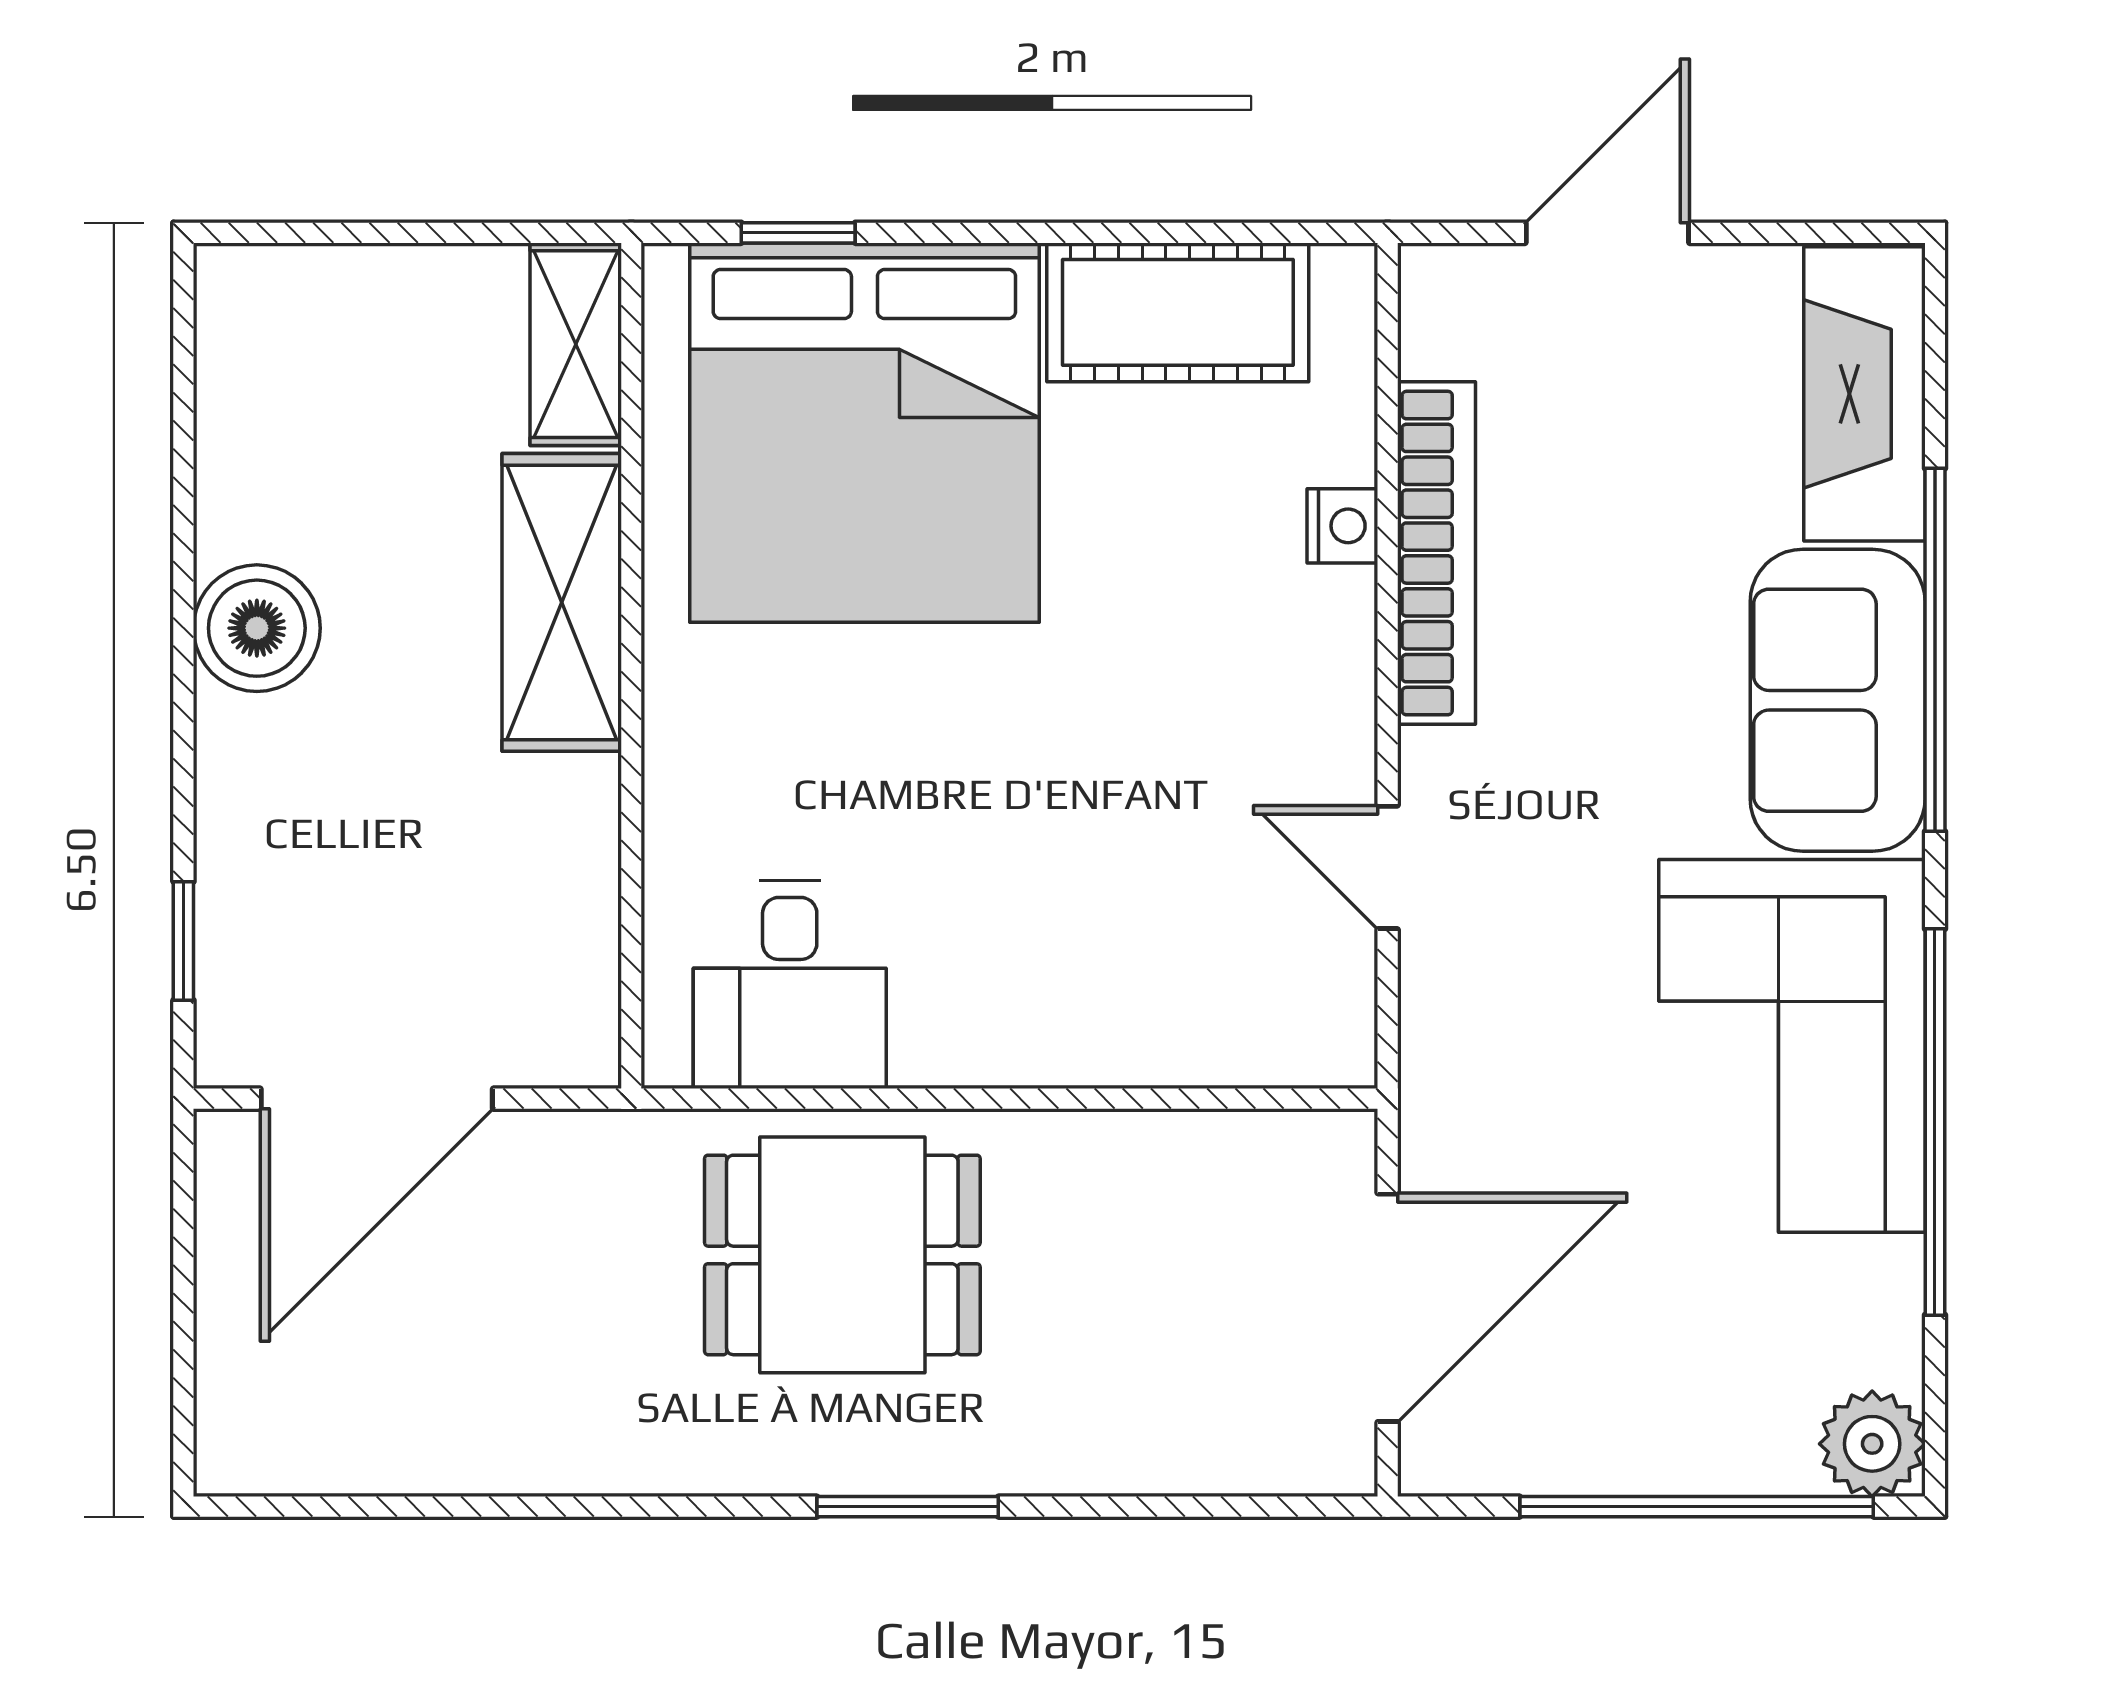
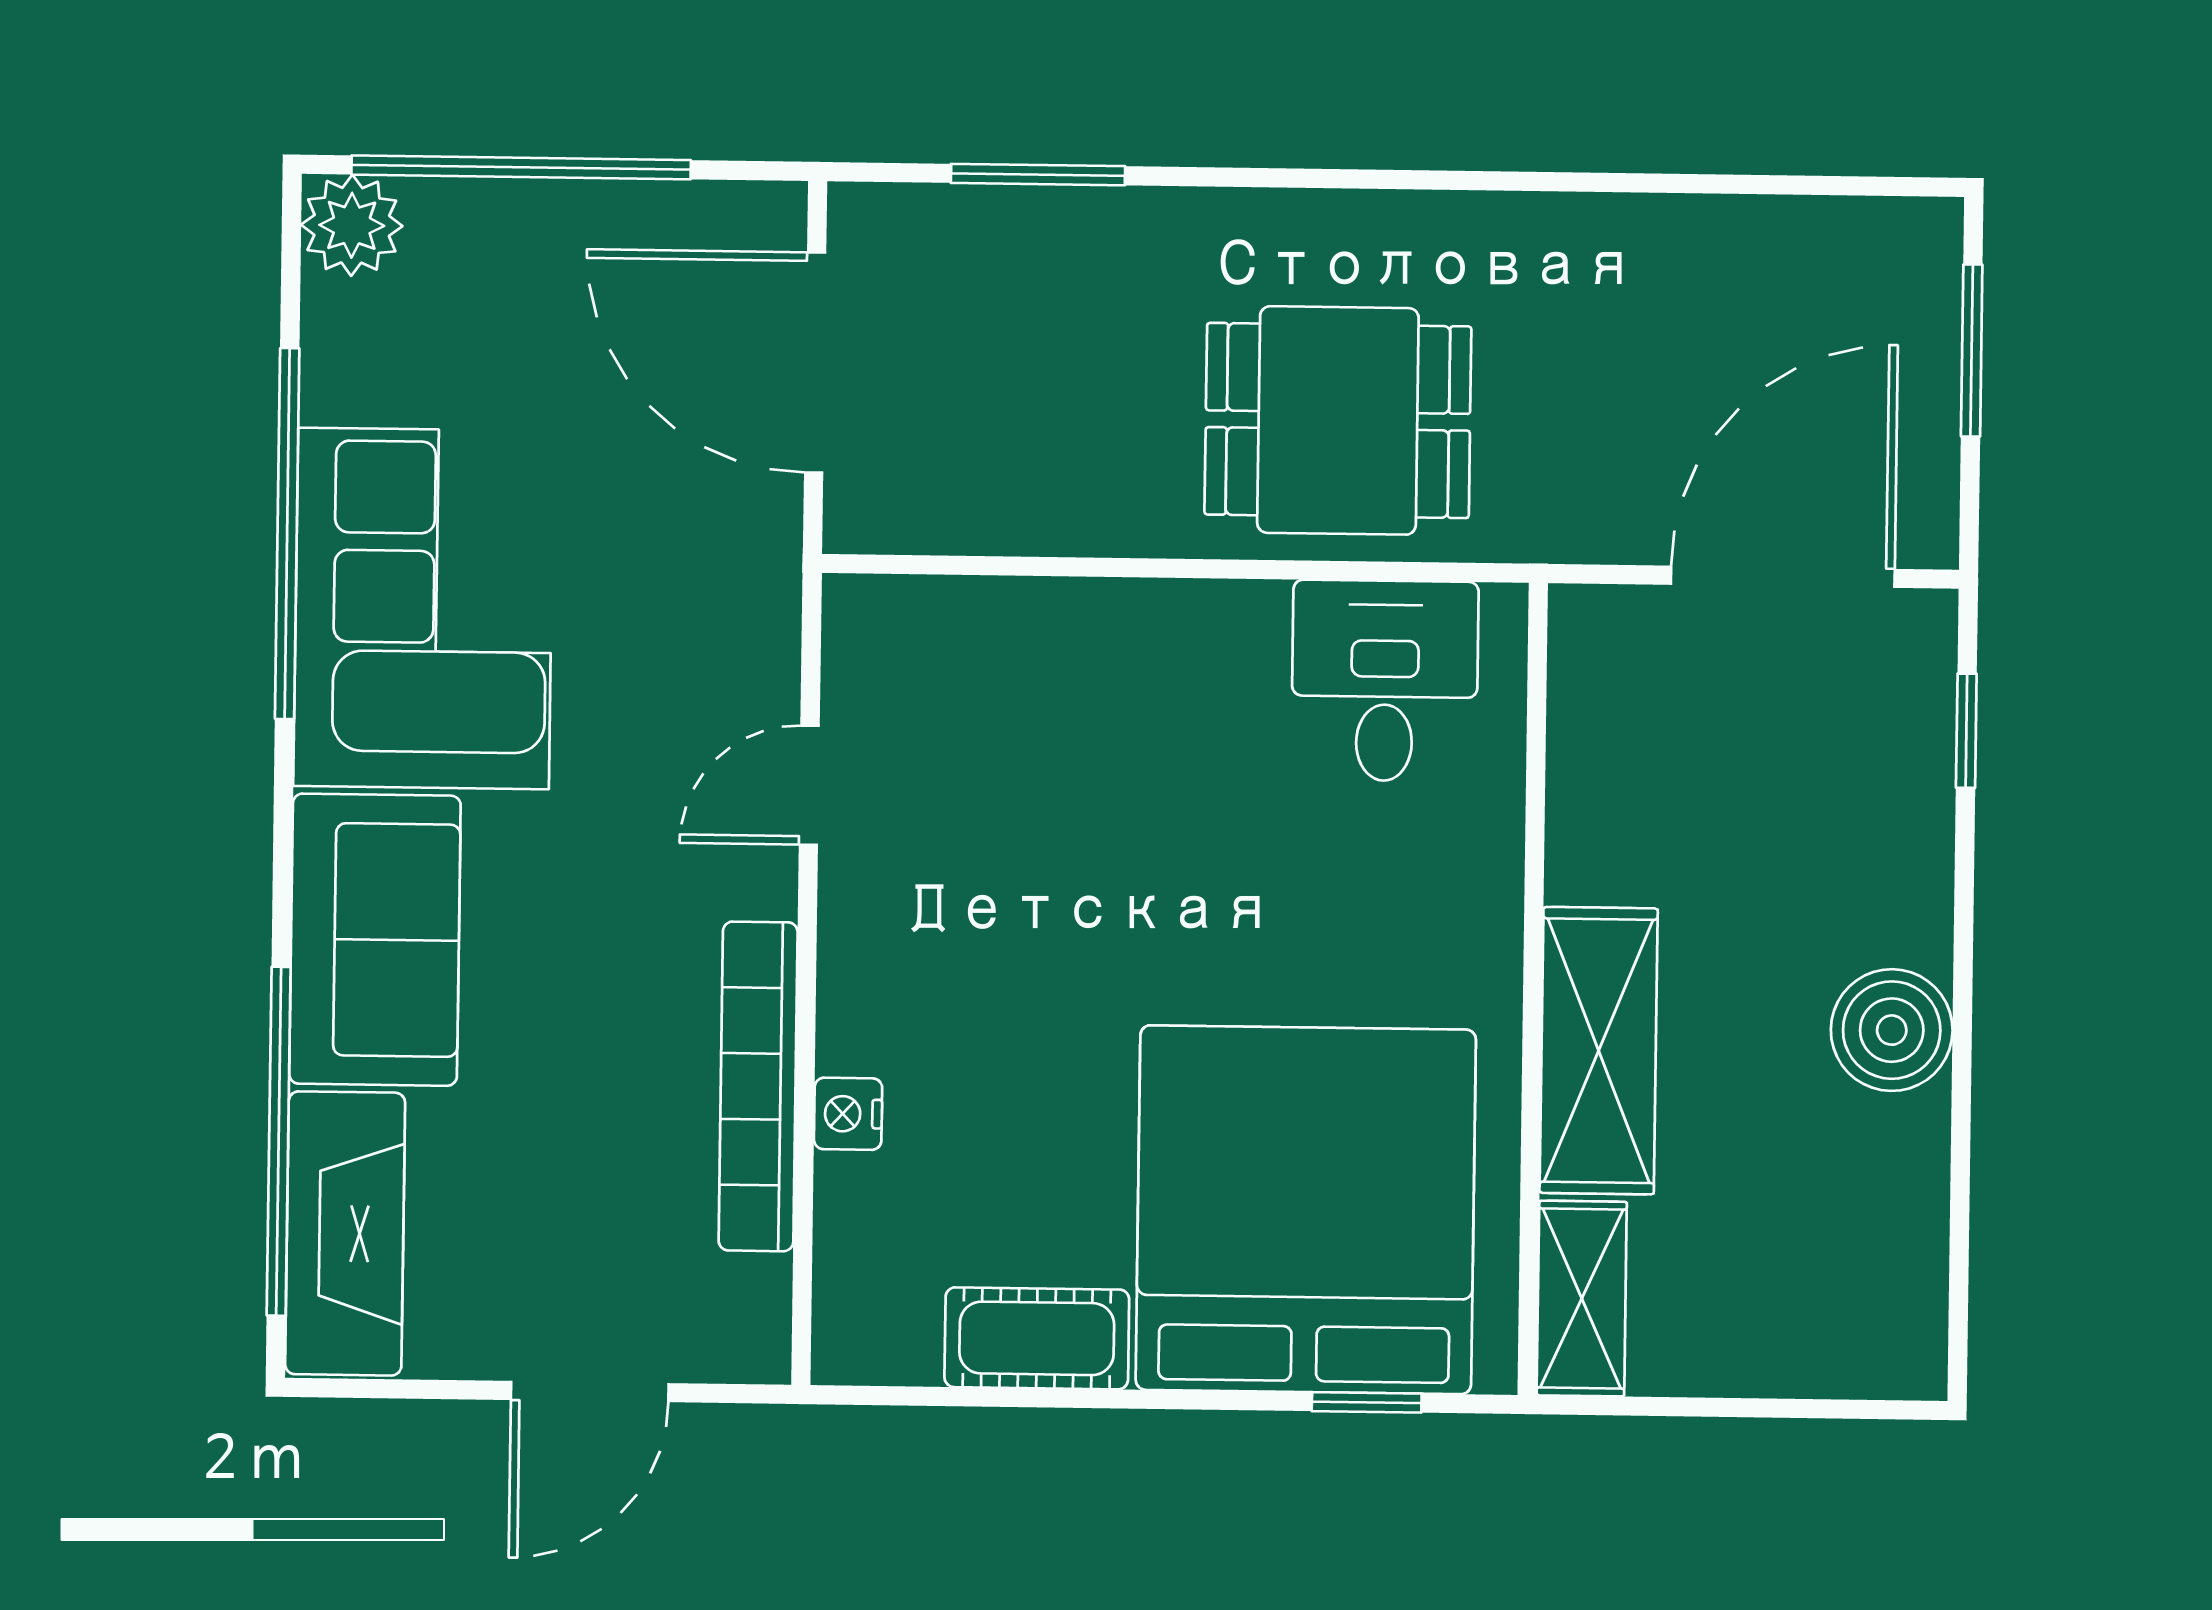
cot: (1178, 312) -> (1037, 1338), width x0.73, depth x0.75
window: (1935, 650) -> (279, 1141), moved
door: (1388, 867) -> (809, 785), swing flipped
door: (1388, 1308) -> (815, 362), hinge flipped
window: (183, 1337) -> (1972, 350), added
window: (908, 1507) -> (1038, 175), moved

